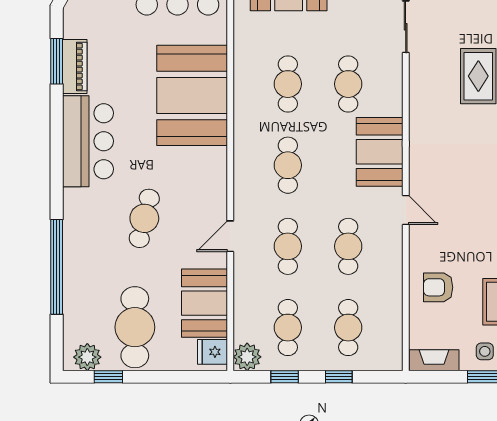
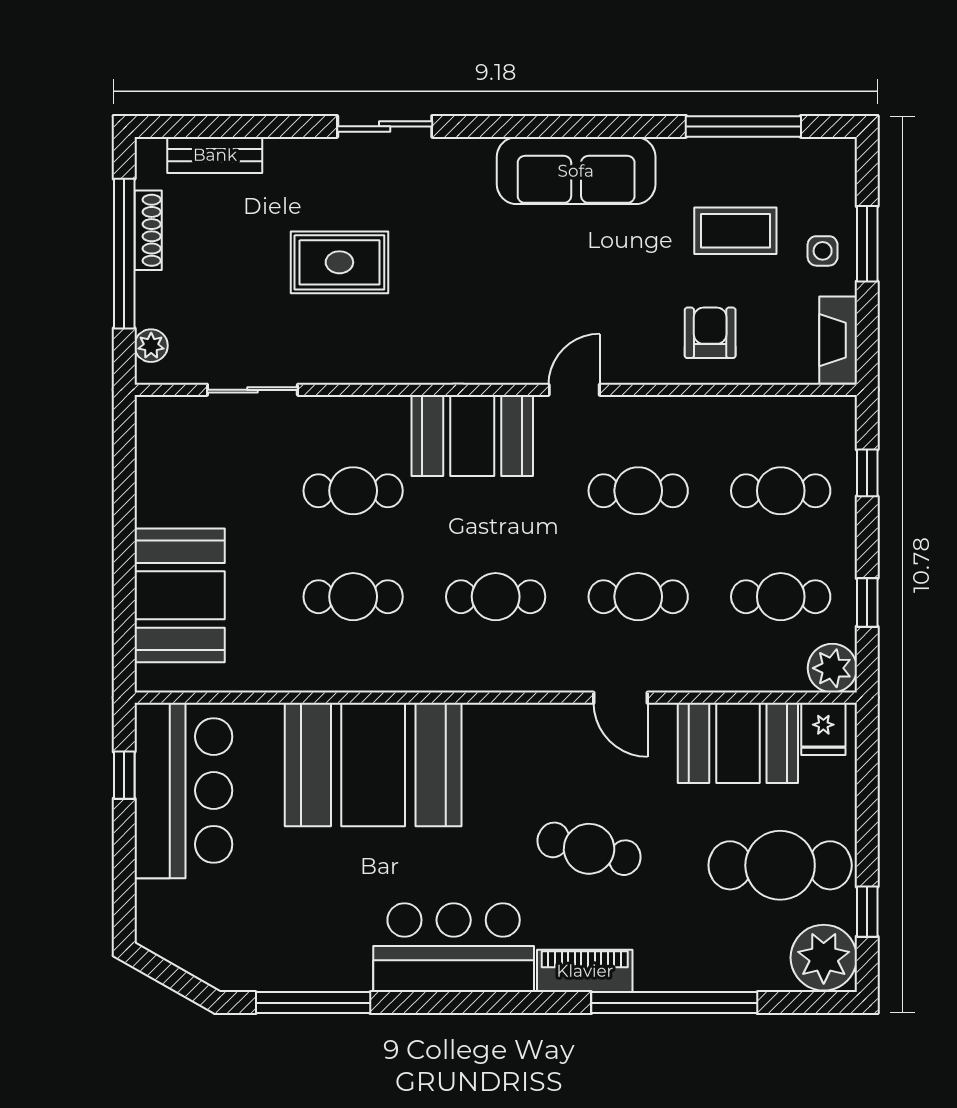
window: (57, 61) -> (313, 1003), width x1.44
piano: (75, 67) -> (585, 971), moved
armchair: (438, 287) -> (710, 333), turned 180
plant: (87, 357) -> (824, 958), width x1.36, depth x1.36
window: (339, 377) -> (867, 473), moved

